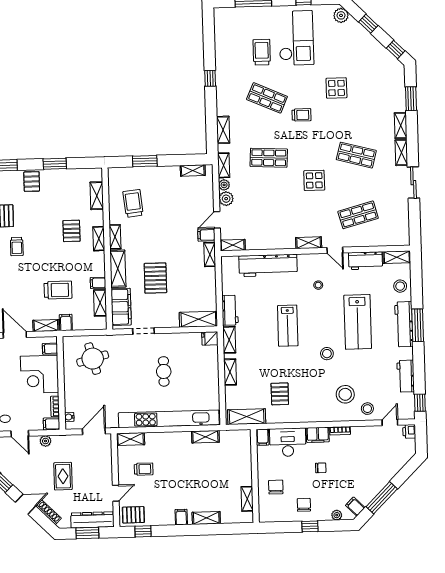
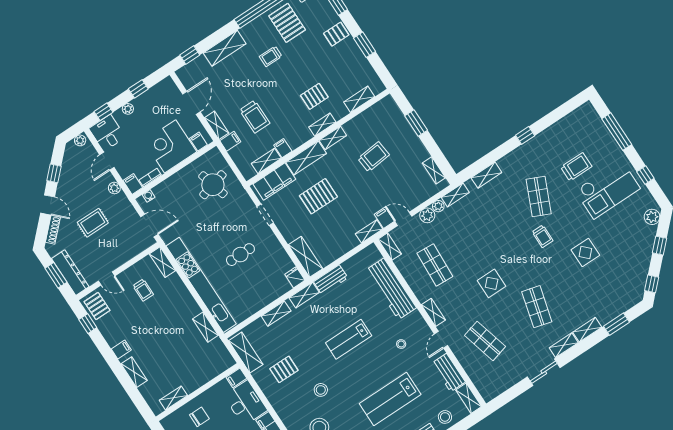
shop shelf: (269, 158) -> (435, 265), moved
trolley: (133, 203) -> (374, 157), moved
stool: (327, 354) -> (321, 390), moved

